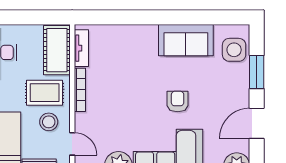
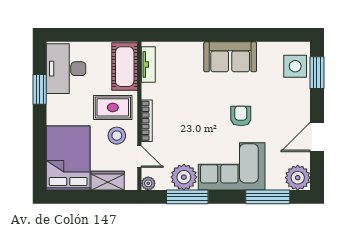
sofa: (186, 40) -> (230, 57), moved
window: (257, 72) -> (317, 73), moved
bookcase: (80, 90) -> (147, 121), moved

